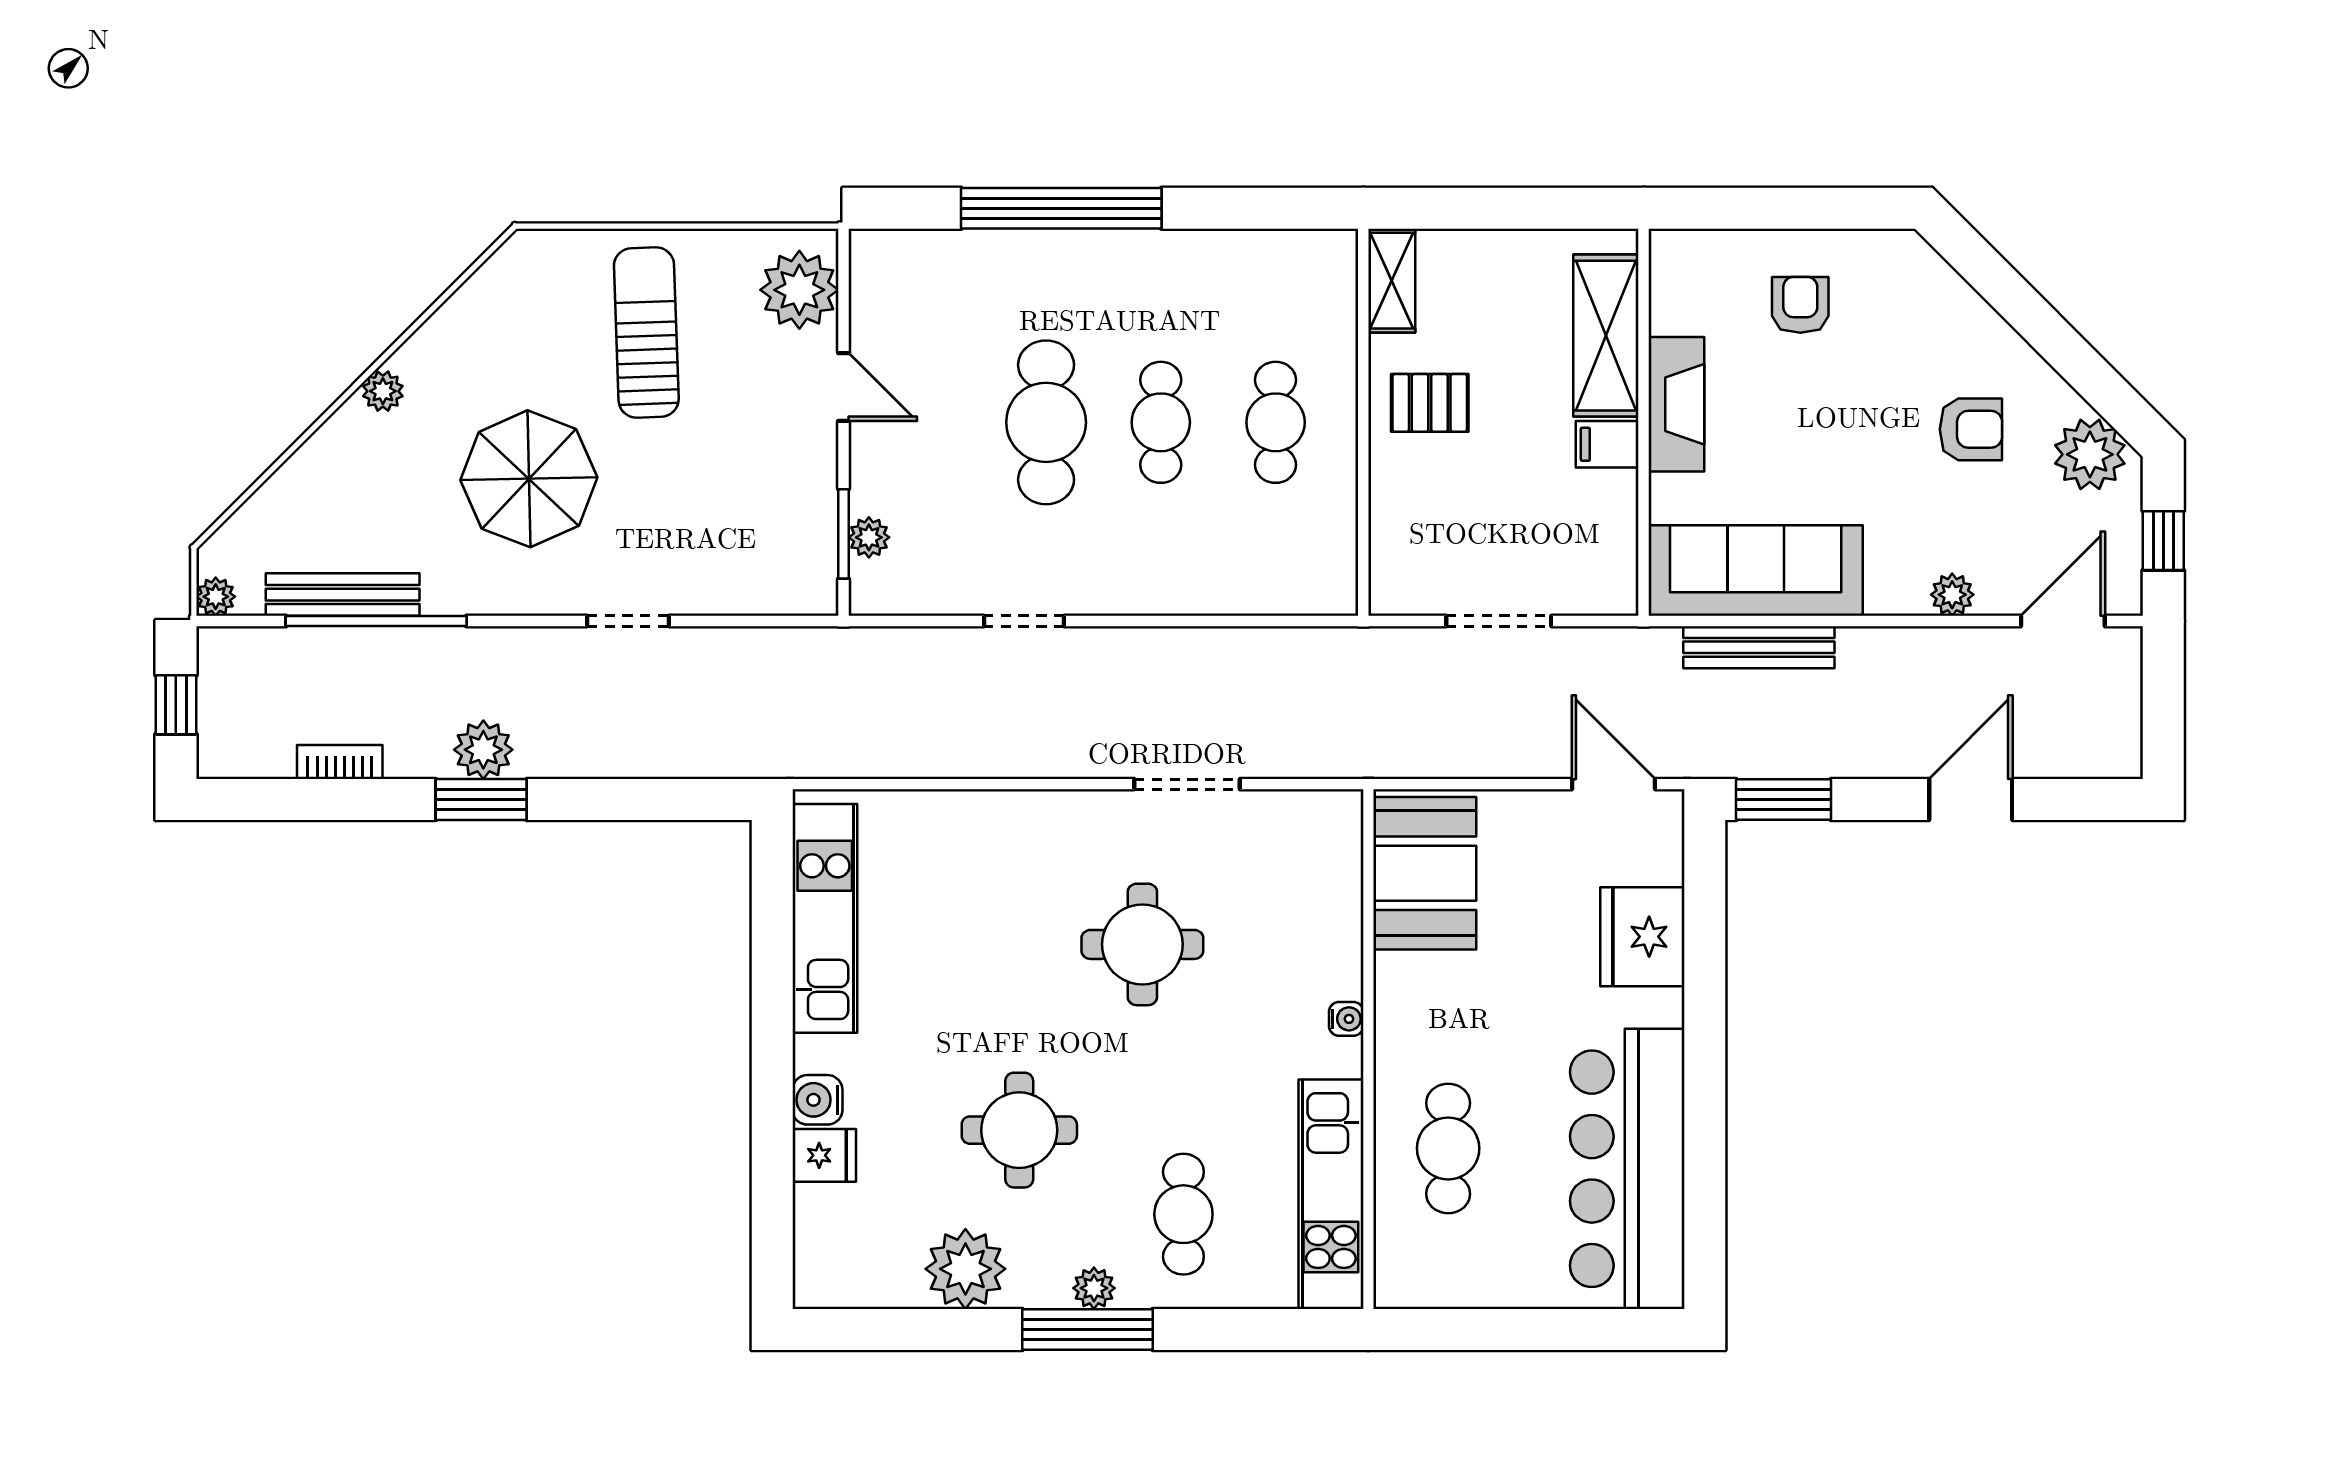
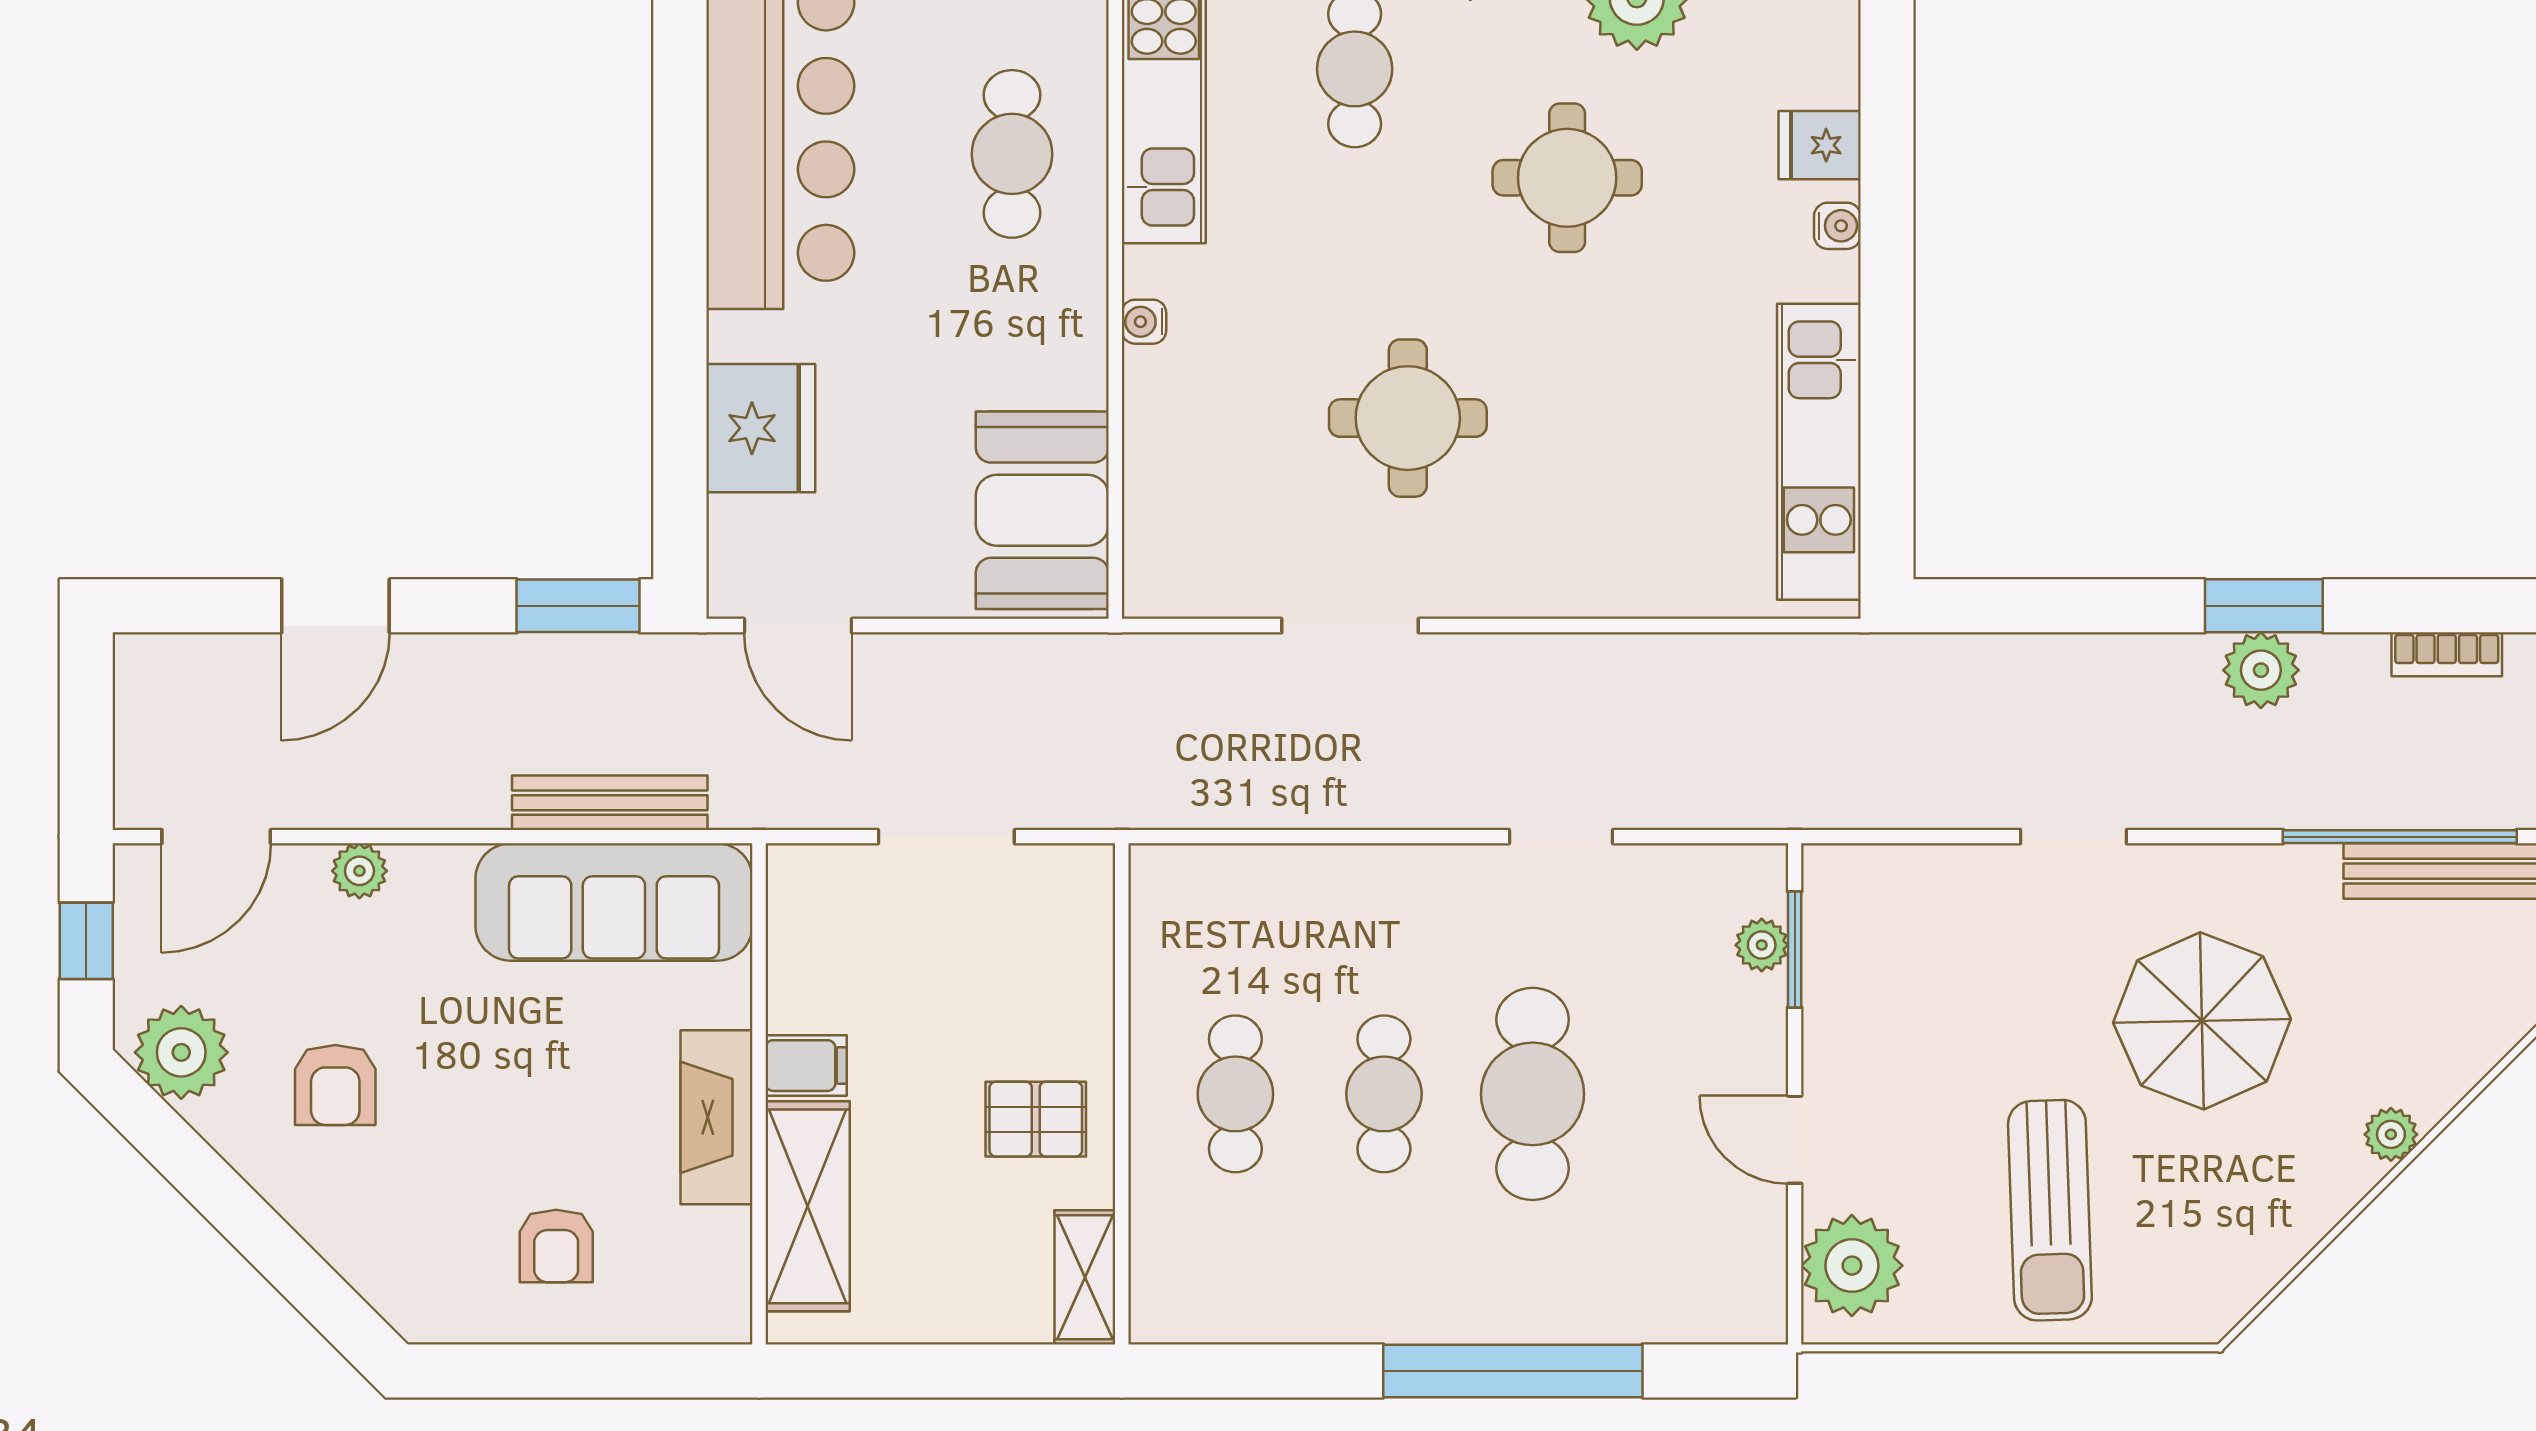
armchair: (1971, 429) -> (335, 1085), turned -90
water cooler: (817, 1100) -> (1837, 226), width x0.72, depth x0.72

